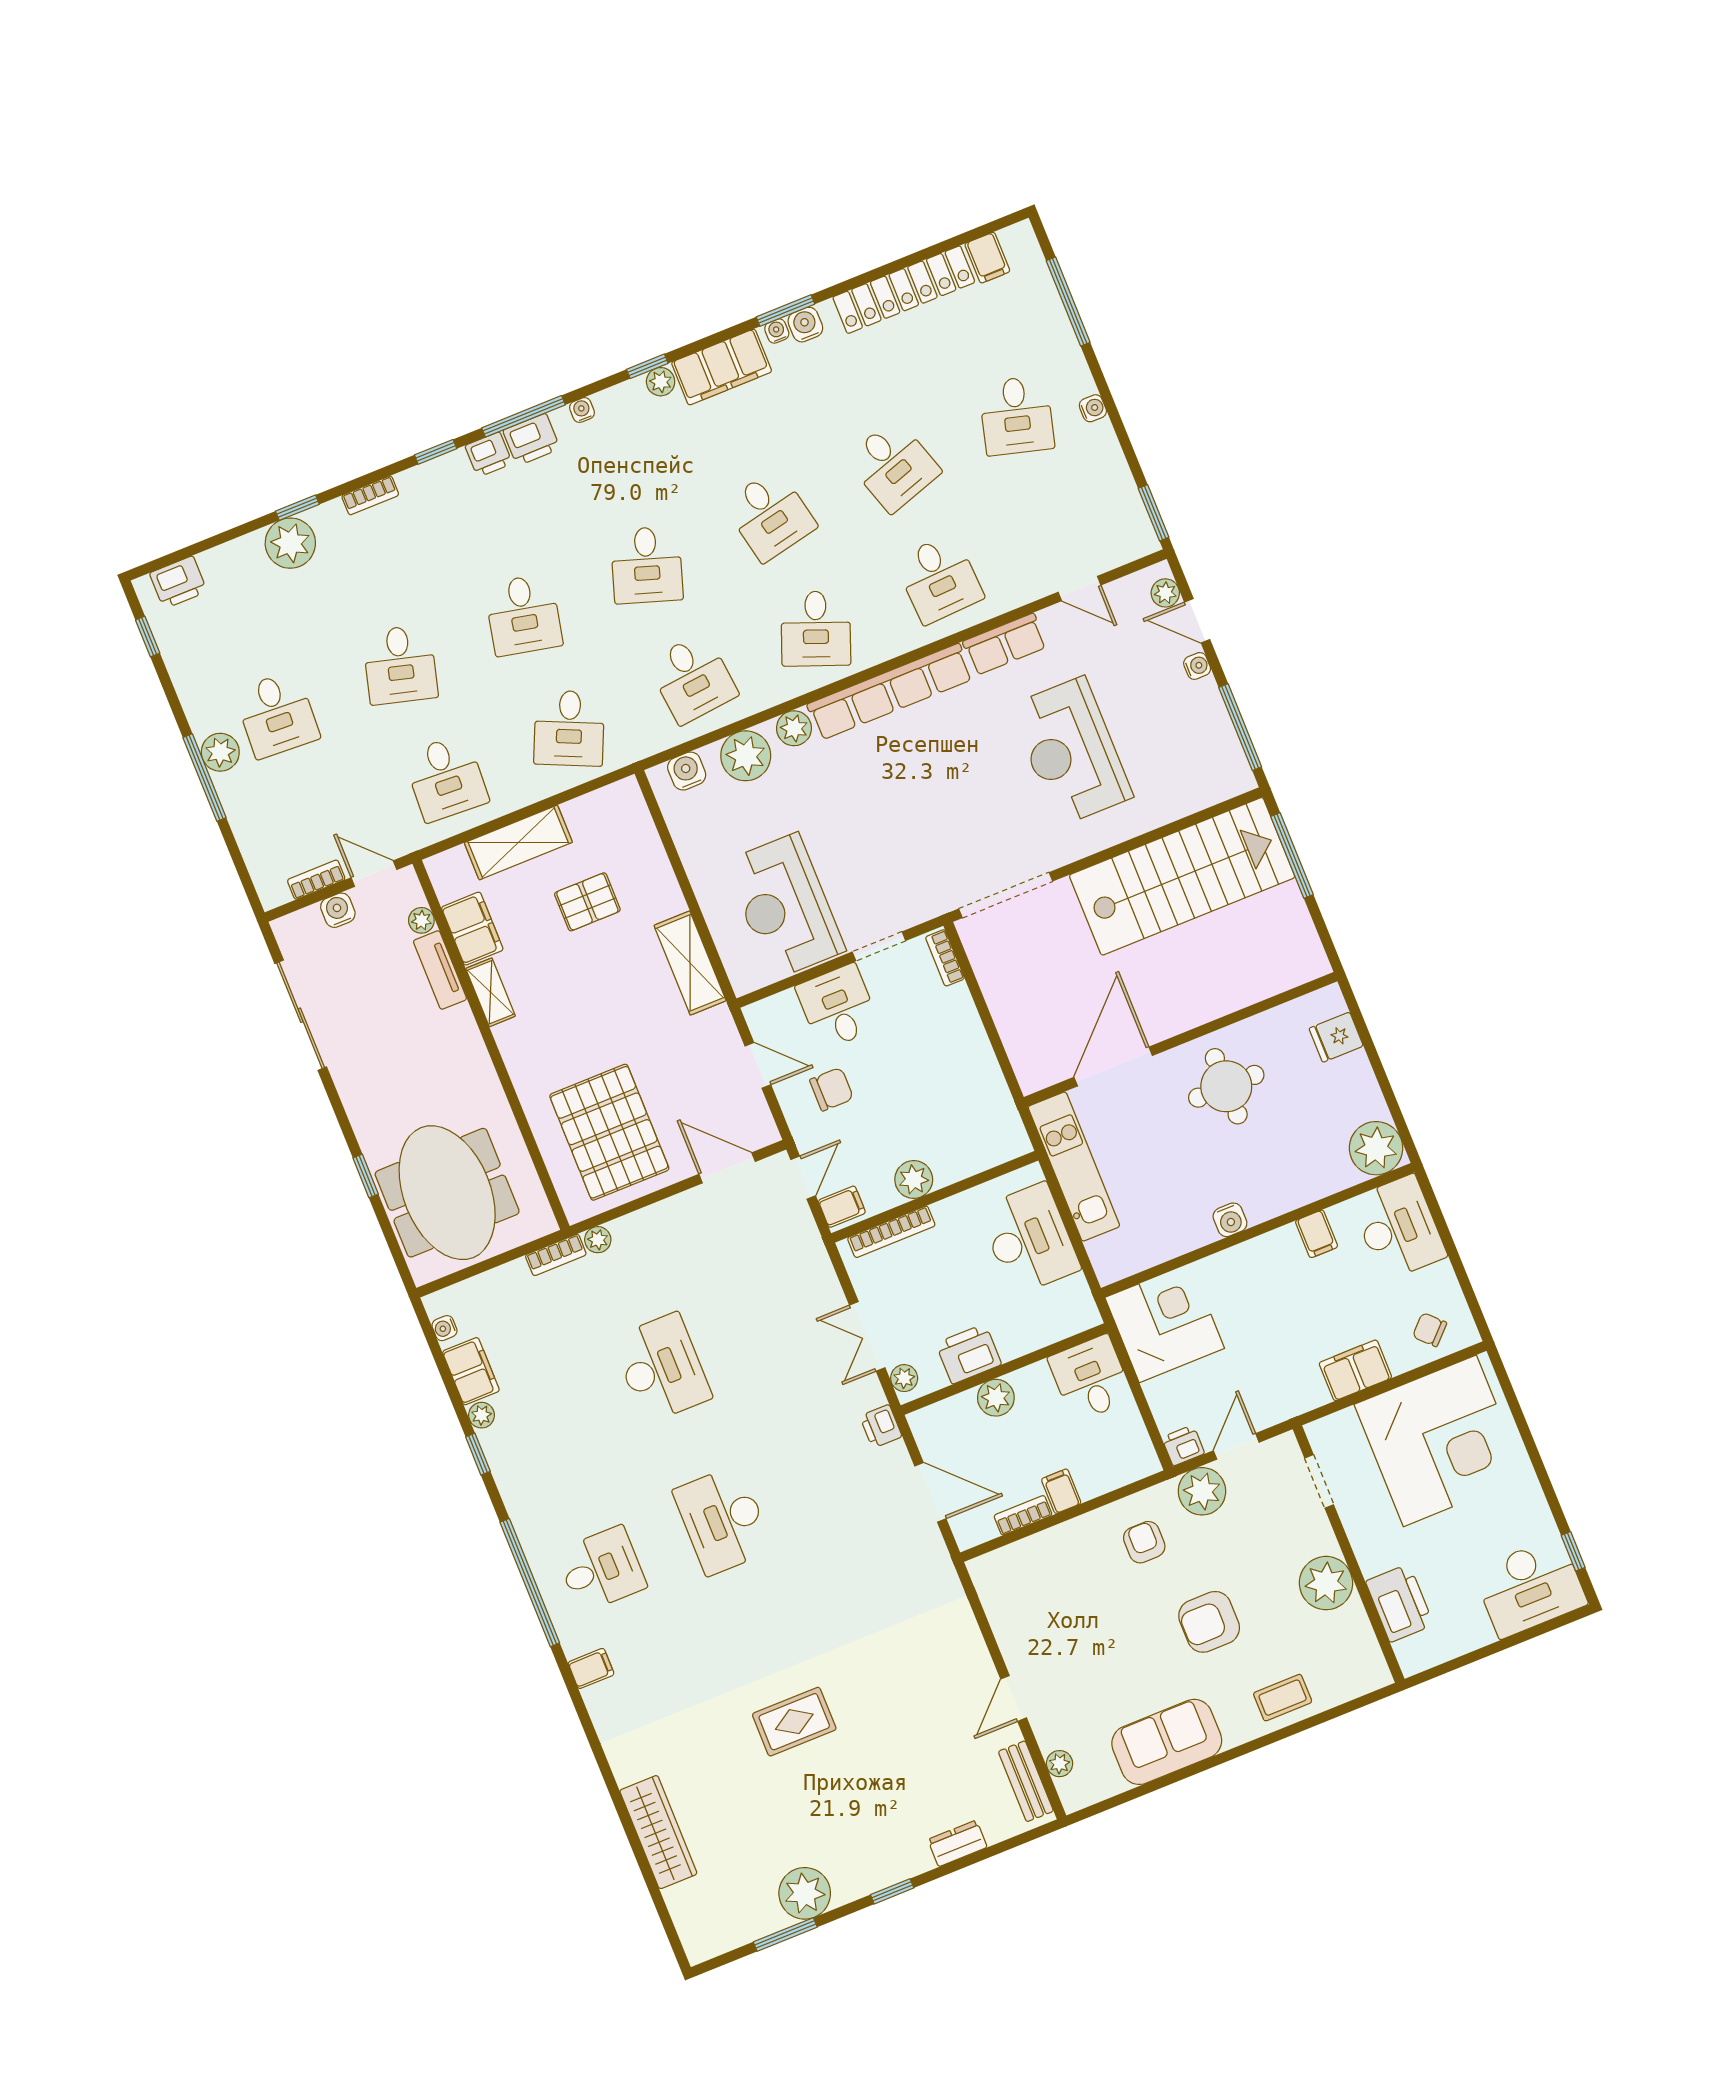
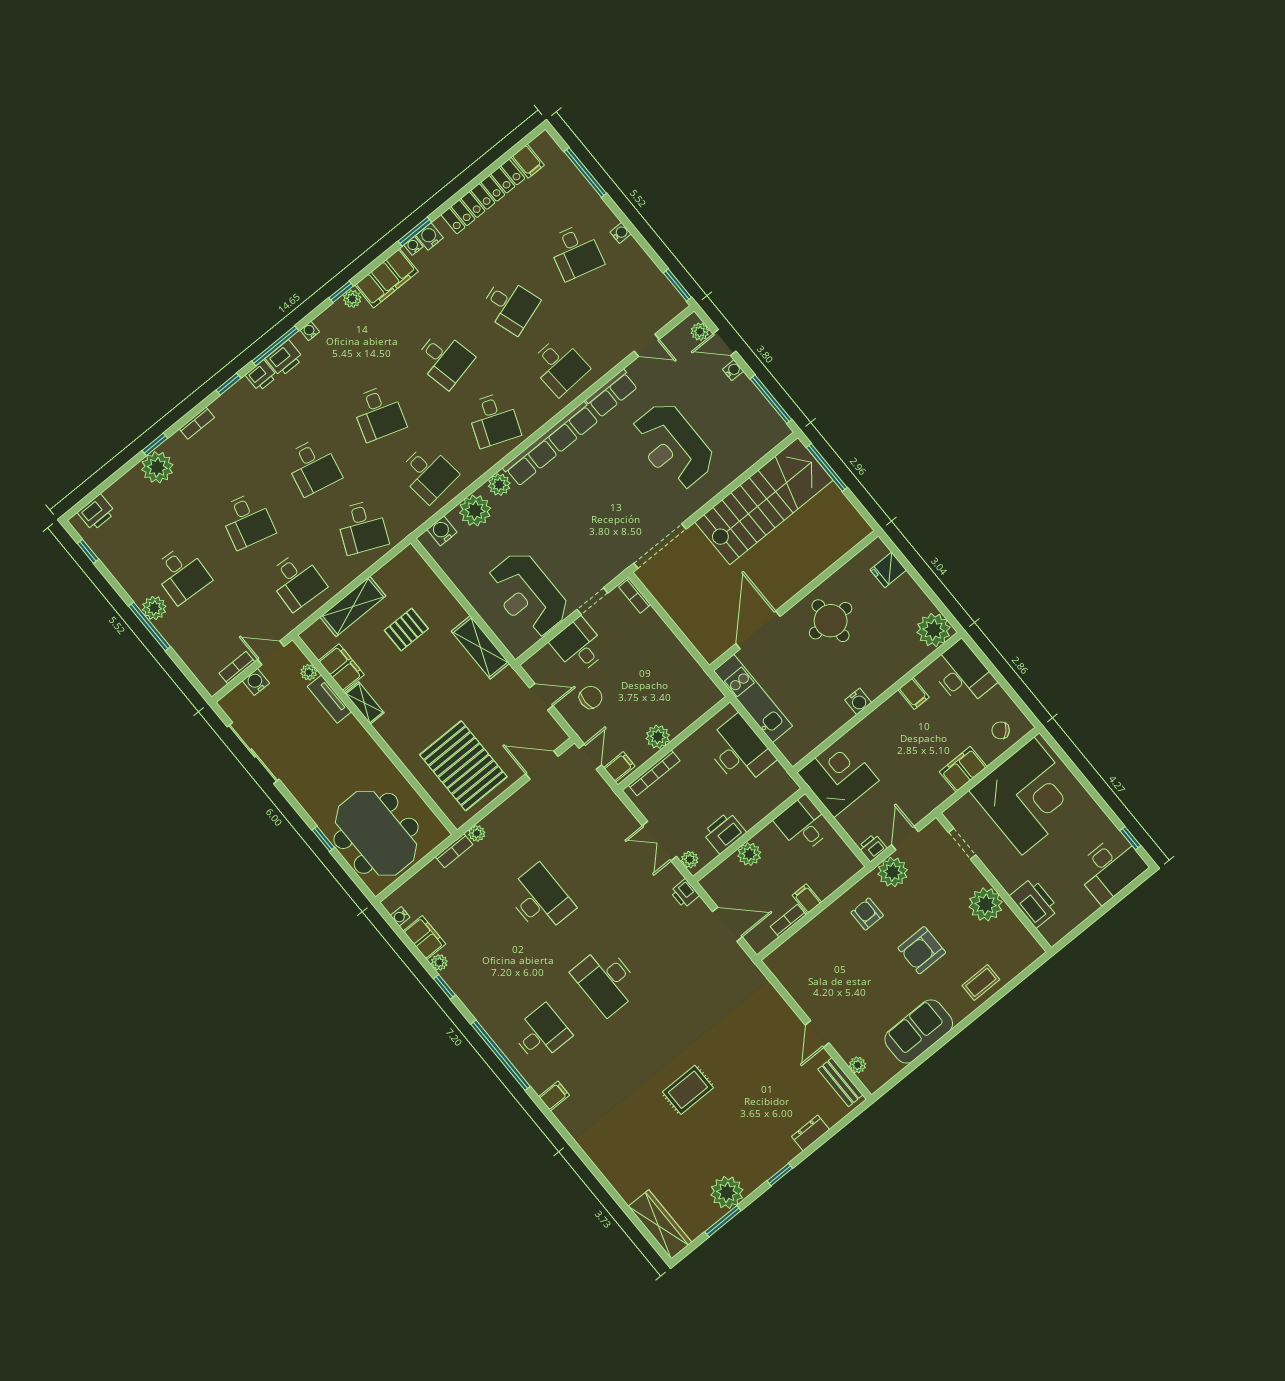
wardrobe: (658, 1832) -> (660, 1224), moved

